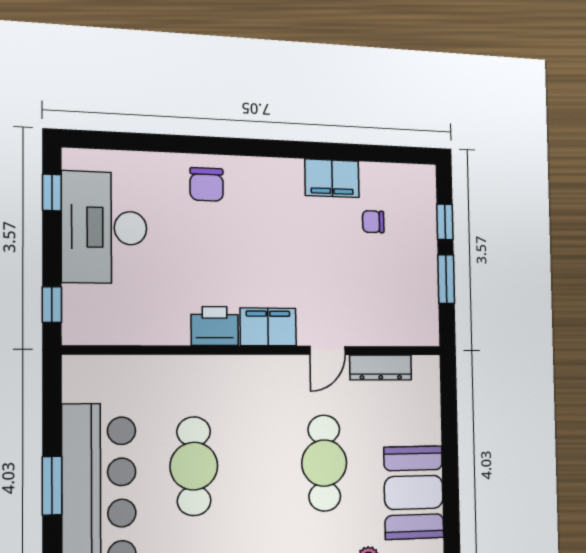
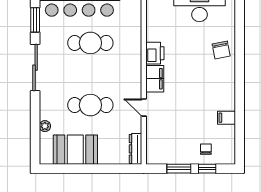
filing cabinet: (332, 178) -> (227, 118), width x0.50
chair: (207, 184) -> (221, 50), turned -101
chair: (373, 222) -> (206, 149), moved
dresser: (381, 367) -> (135, 149), moved

